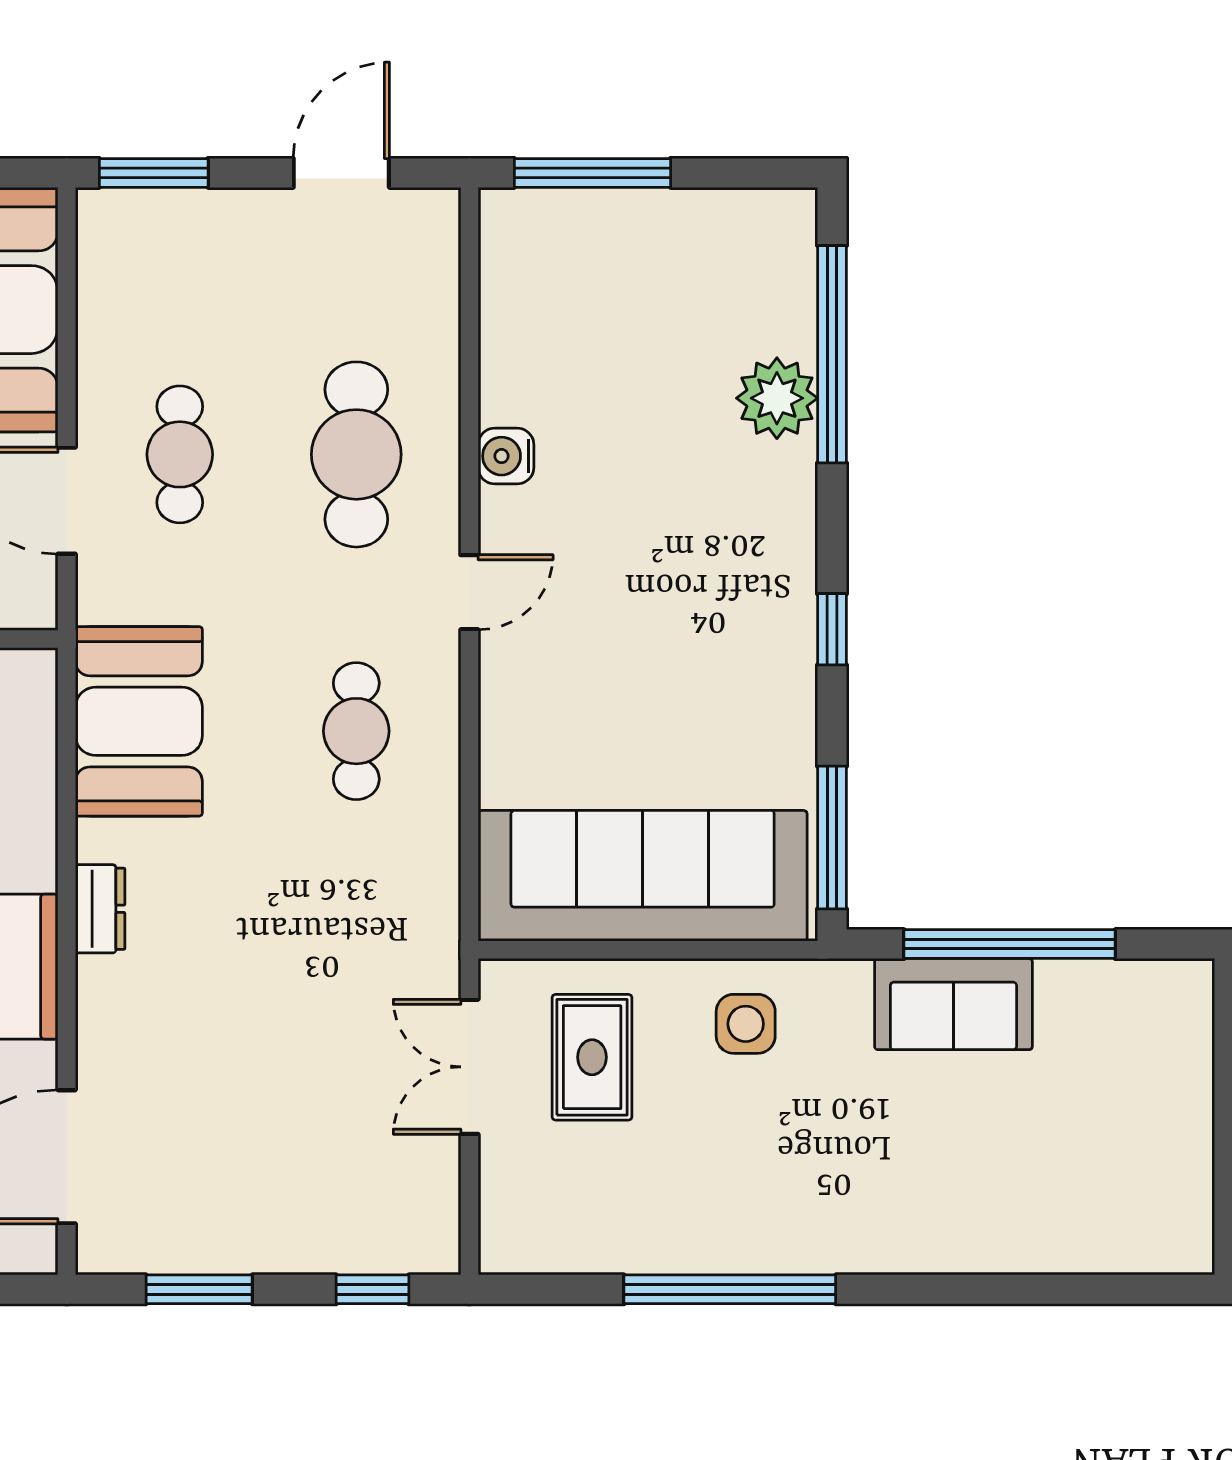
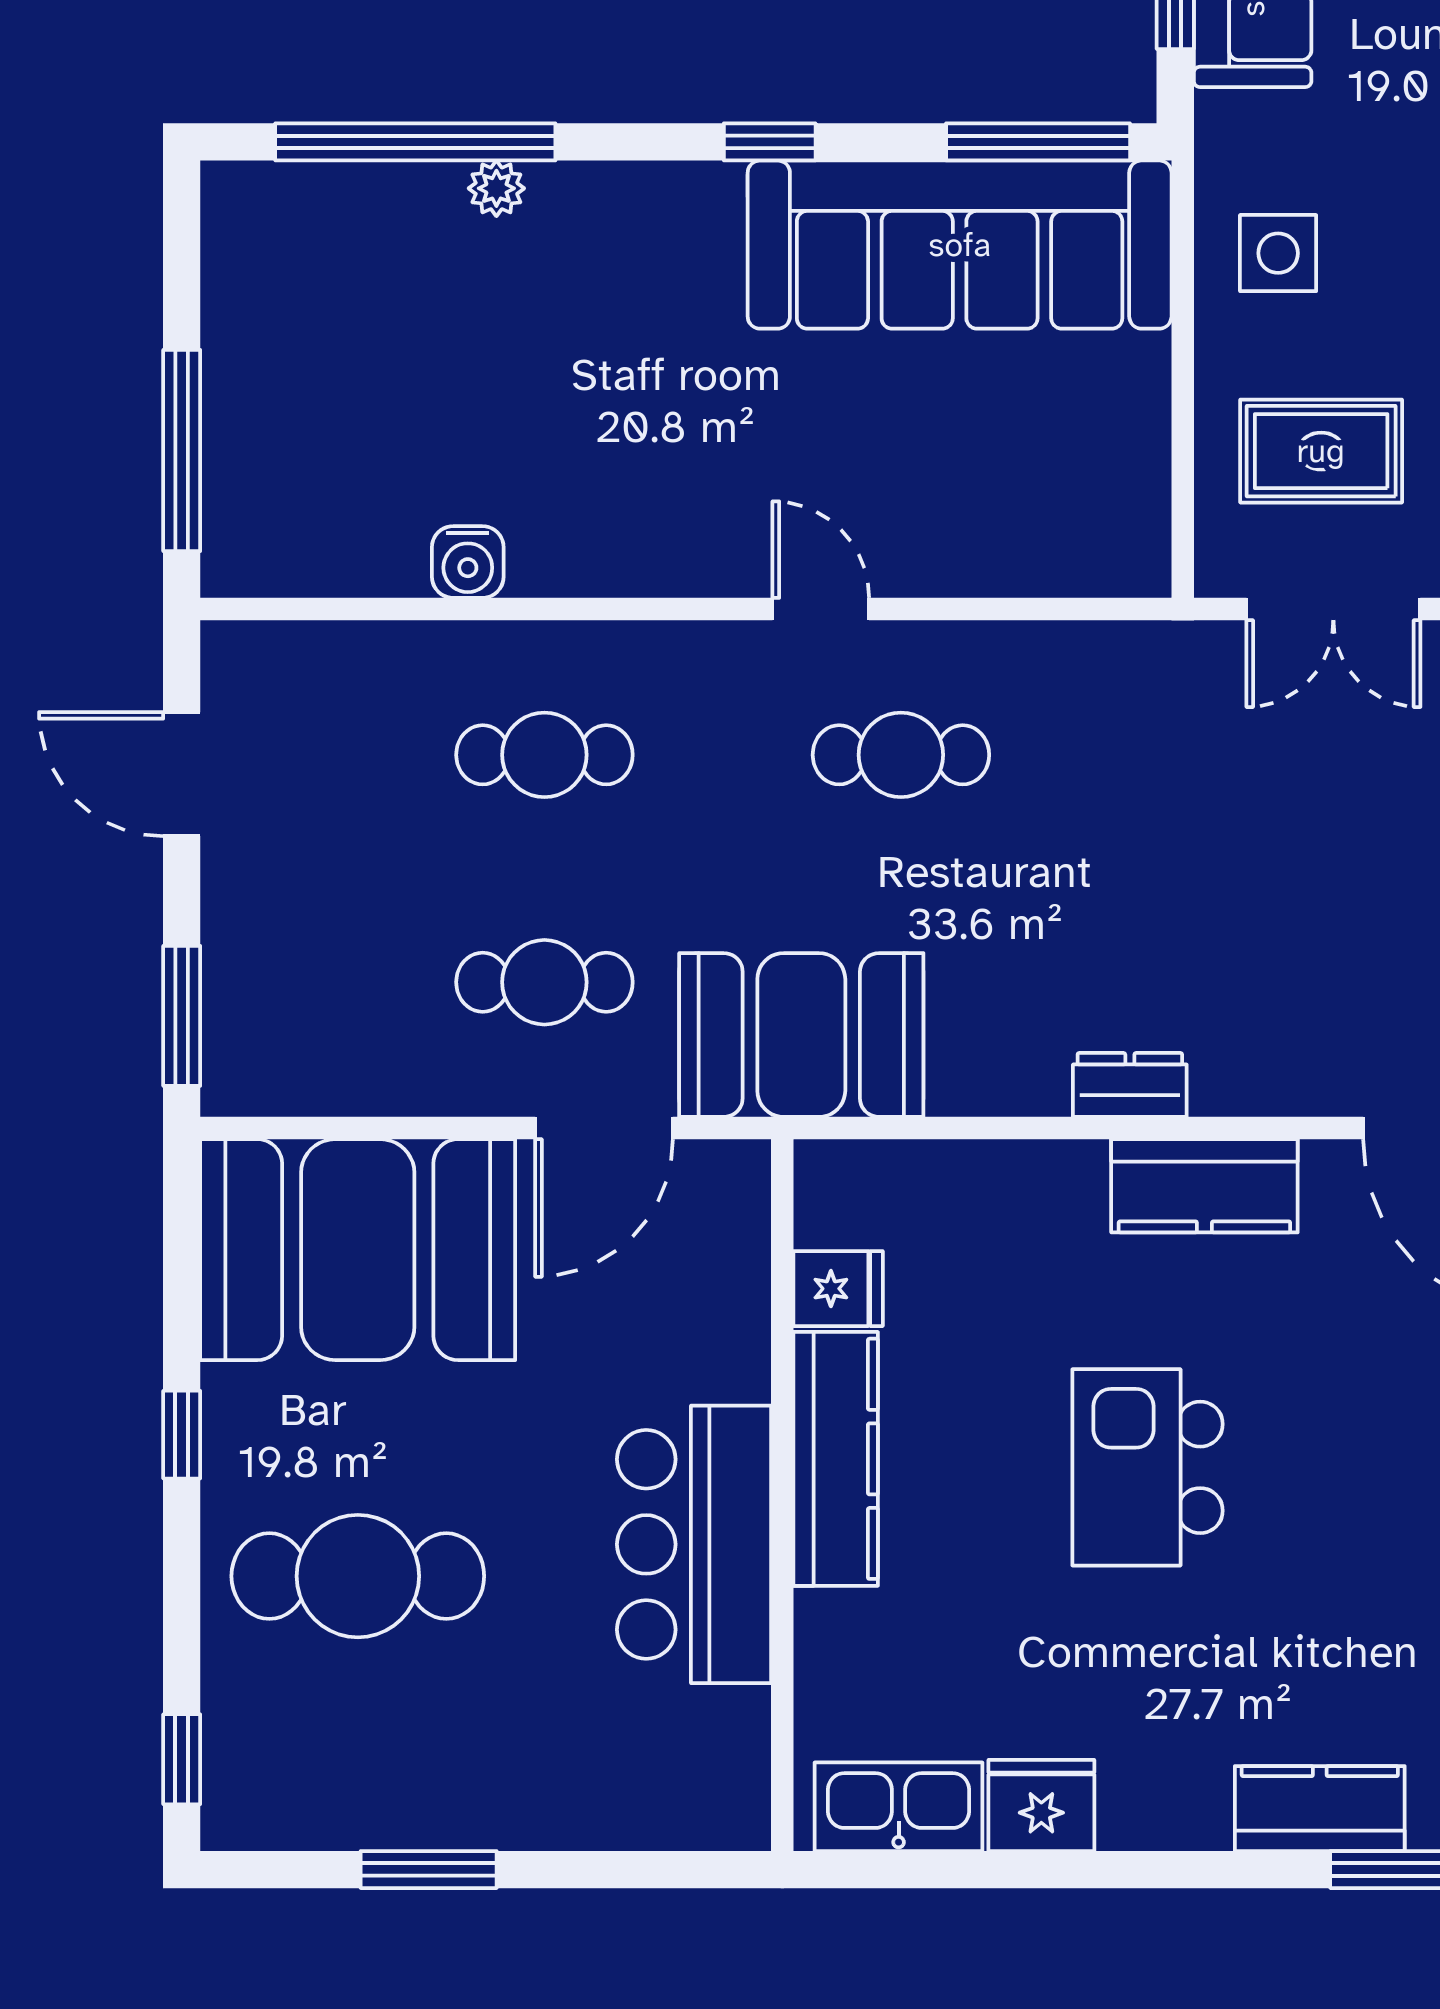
plant: (777, 398) -> (496, 188), width x0.53, depth x0.53
cafe table: (356, 454) -> (544, 755), width x0.73, depth x0.74
water cooler: (506, 456) -> (468, 562), moved
door: (469, 592) -> (821, 609), moved
booth: (139, 721) -> (801, 1035), moved
sofa: (643, 876) -> (960, 245), moved, turned -90

